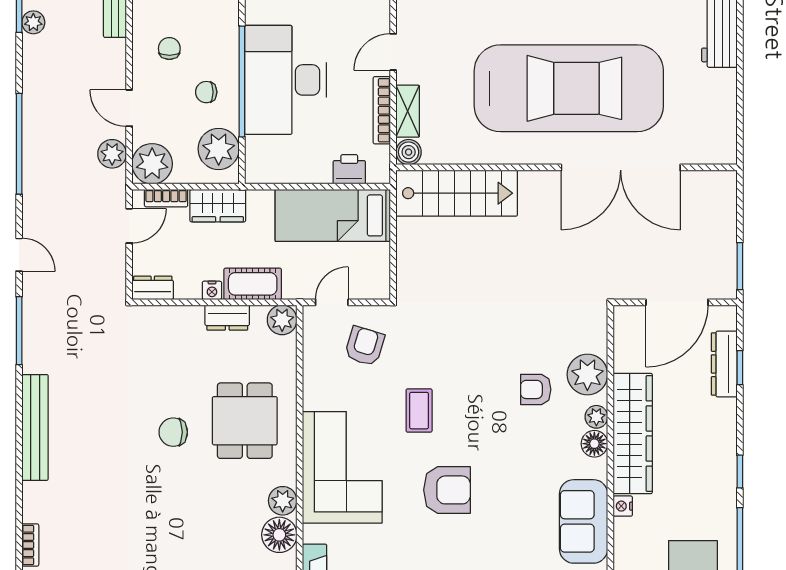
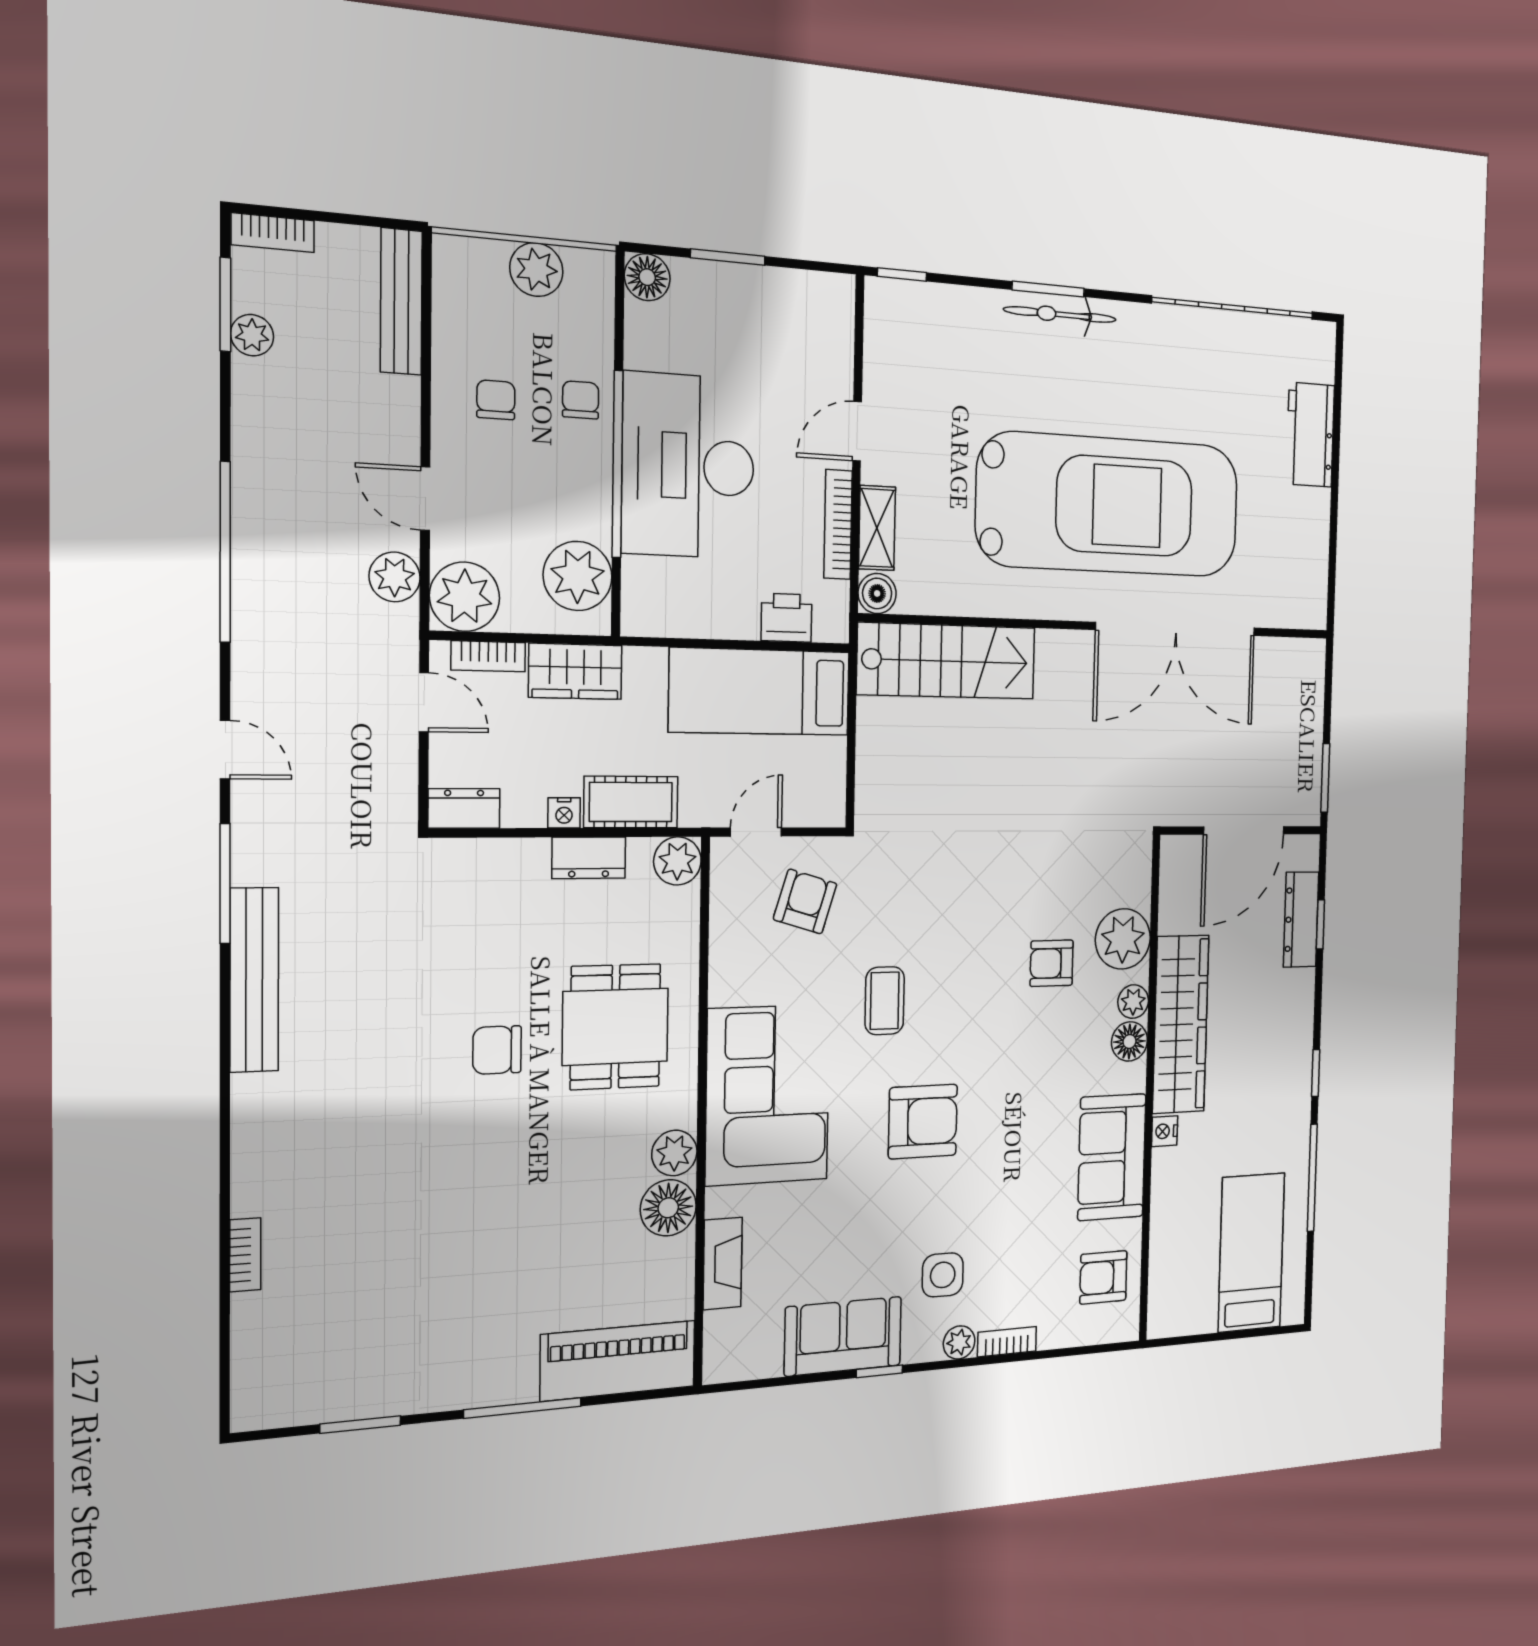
chair: (206, 92) -> (581, 400), moved, turned 90
door: (129, 226) -> (424, 702), hinge flipped
bench: (35, 427) -> (254, 980), moved

